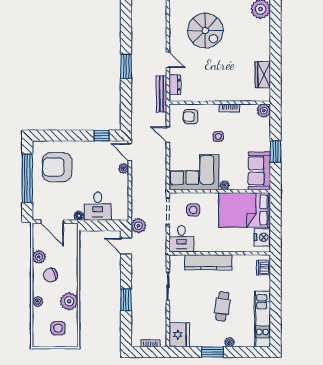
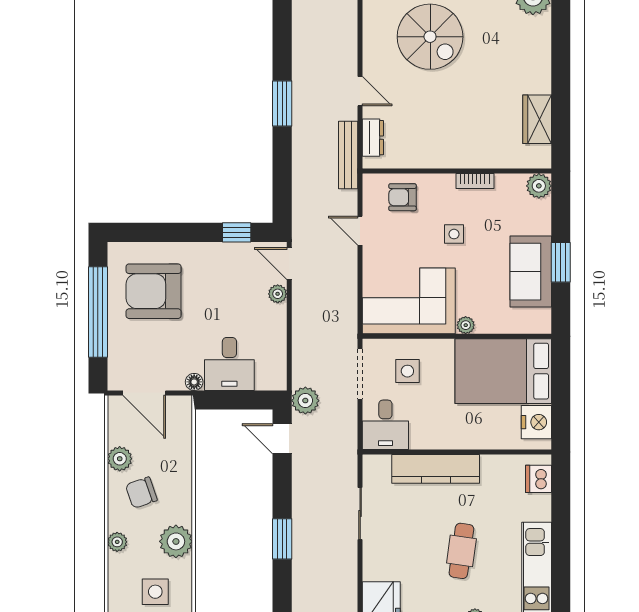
sofa: (259, 171) -> (531, 272), moved

